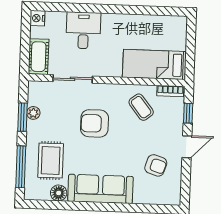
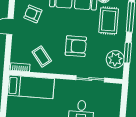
cot: (39, 57) -> (114, 96), removed
plant: (33, 113) -> (115, 59), width x1.87, depth x1.87
window: (188, 113) -> (8, 51), removed

